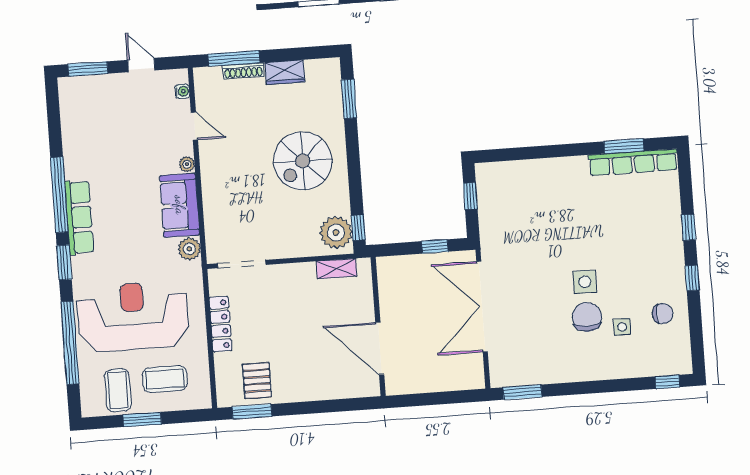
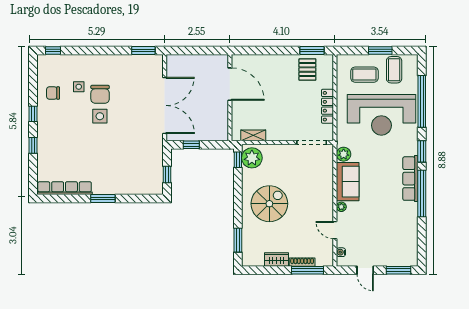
window: (624, 146) -> (103, 199), moved

